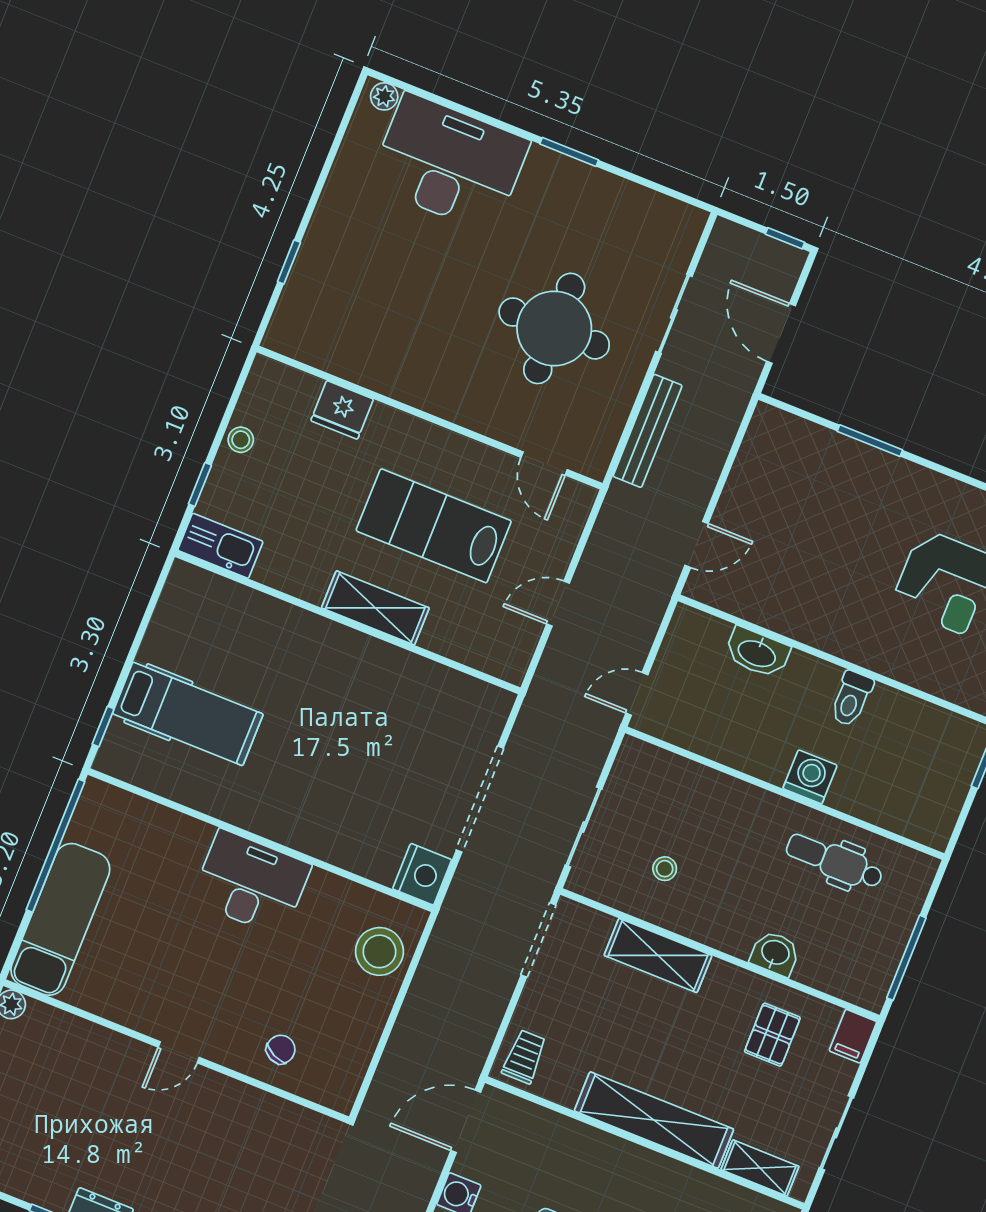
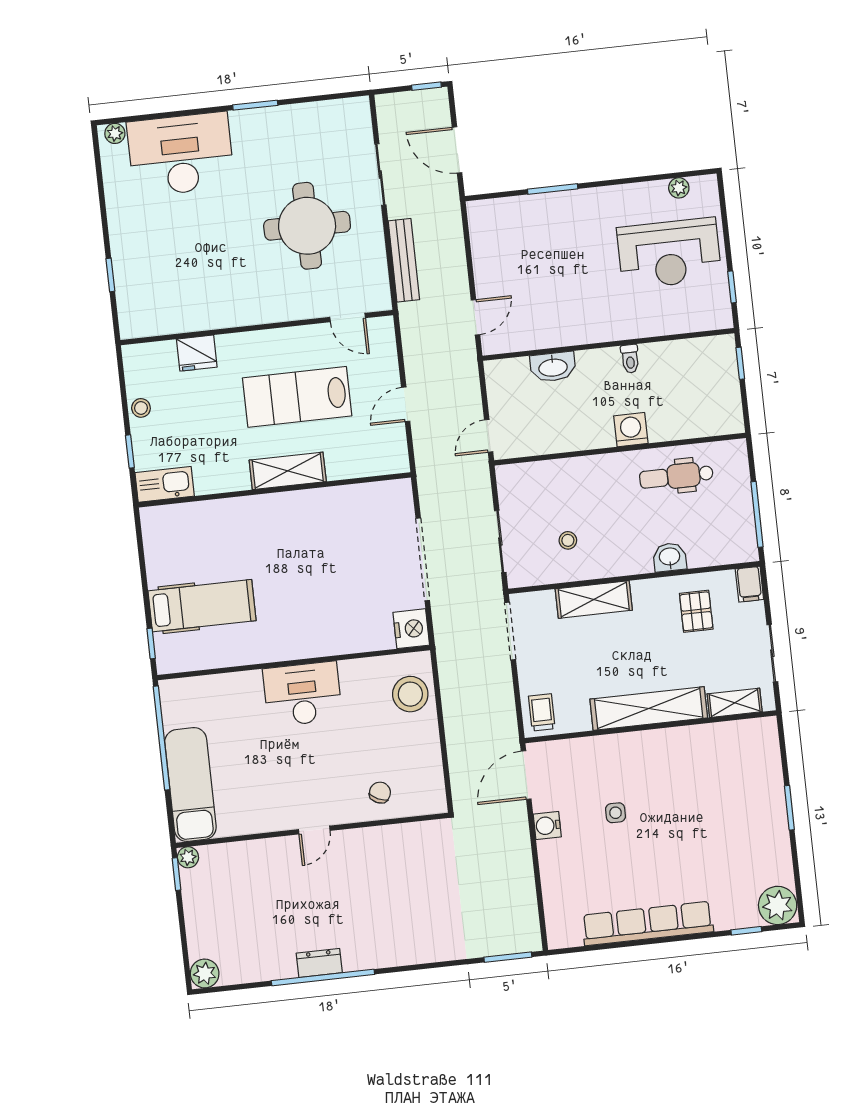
toilet: (851, 699) -> (630, 359), width x0.73, depth x0.72

